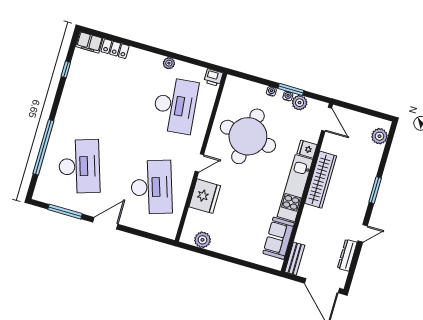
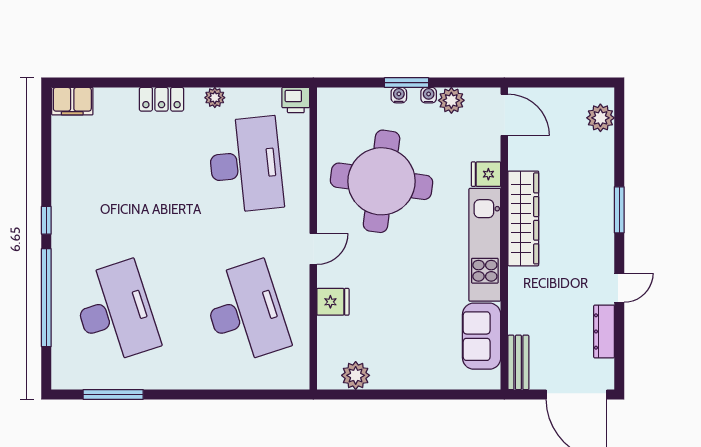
locker: (115, 49) -> (162, 99), moved
window: (66, 69) -> (46, 220), moved
window: (291, 89) -> (407, 83), moved
fridge: (205, 196) -> (333, 302), width x0.53, depth x0.75
door: (105, 223) -> (186, 394), removed

